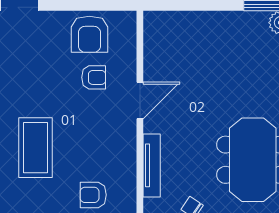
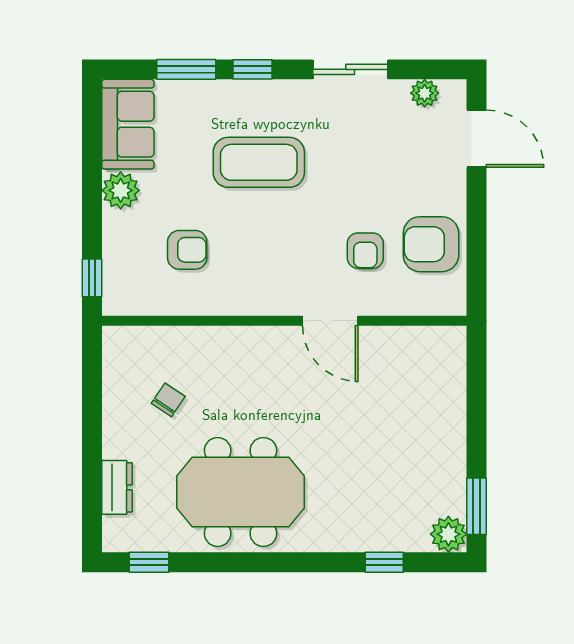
tv unit: (152, 165) -> (232, 339), removed
armchair: (93, 195) -> (187, 250), turned 90

